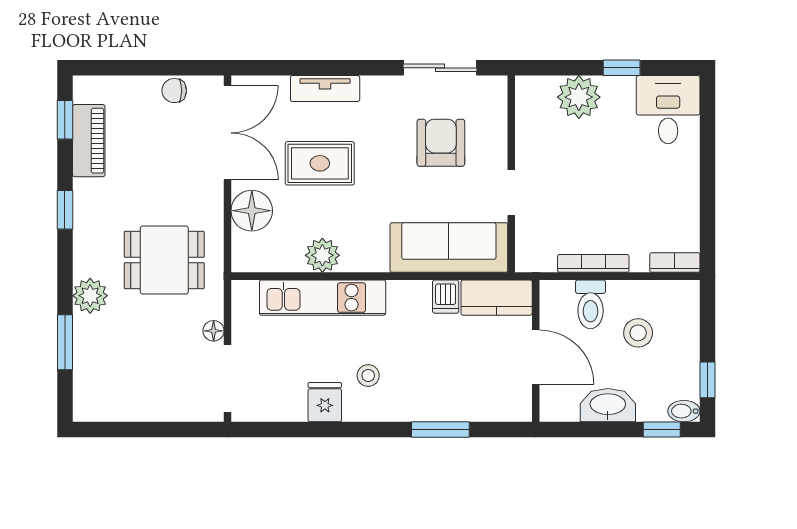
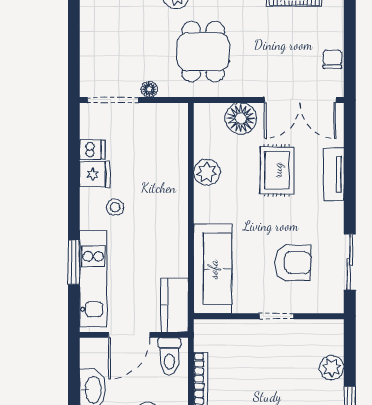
plant: (579, 97) -> (332, 368), width x0.73, depth x0.73
doorway: (511, 193) -> (277, 316), moved
dishwasher: (446, 297) -> (92, 150), moved, turned 180
kitchen unit: (323, 298) -> (93, 278), moved, turned 180
toilet: (591, 304) -> (169, 356), moved, turned -90

